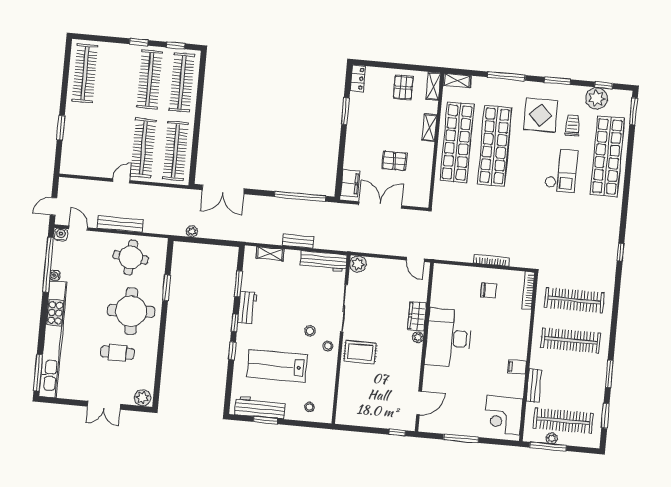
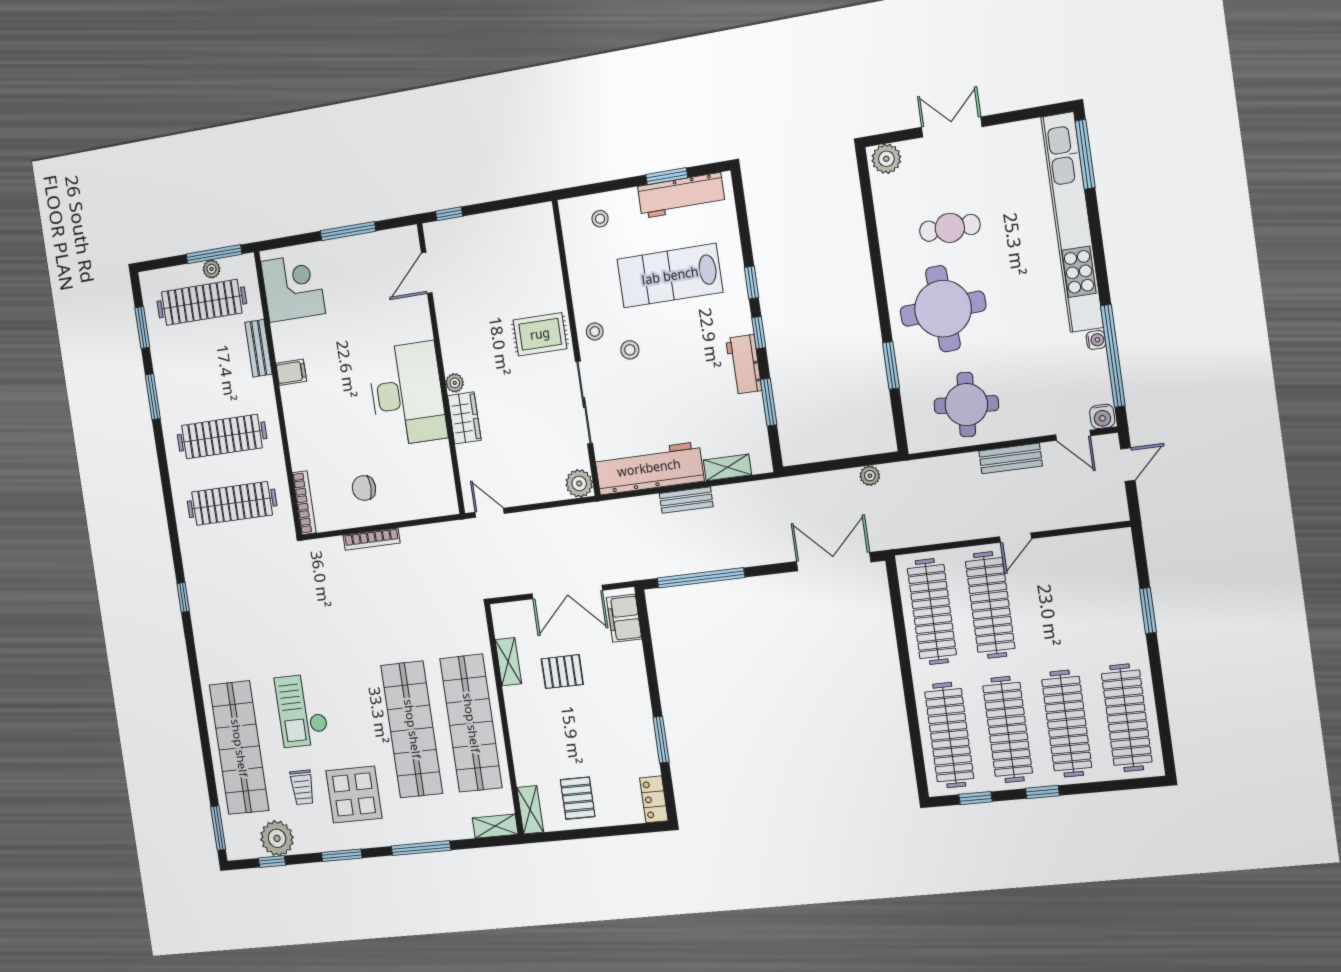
clothes rail: (117, 76) -> (1067, 724), added
shelving: (430, 128) -> (508, 662), moved
bench: (120, 224) -> (1011, 459), width x0.73
workbench: (324, 261) -> (649, 468), width x1.36, depth x1.32
lab bench: (277, 366) -> (670, 276), turned 180

